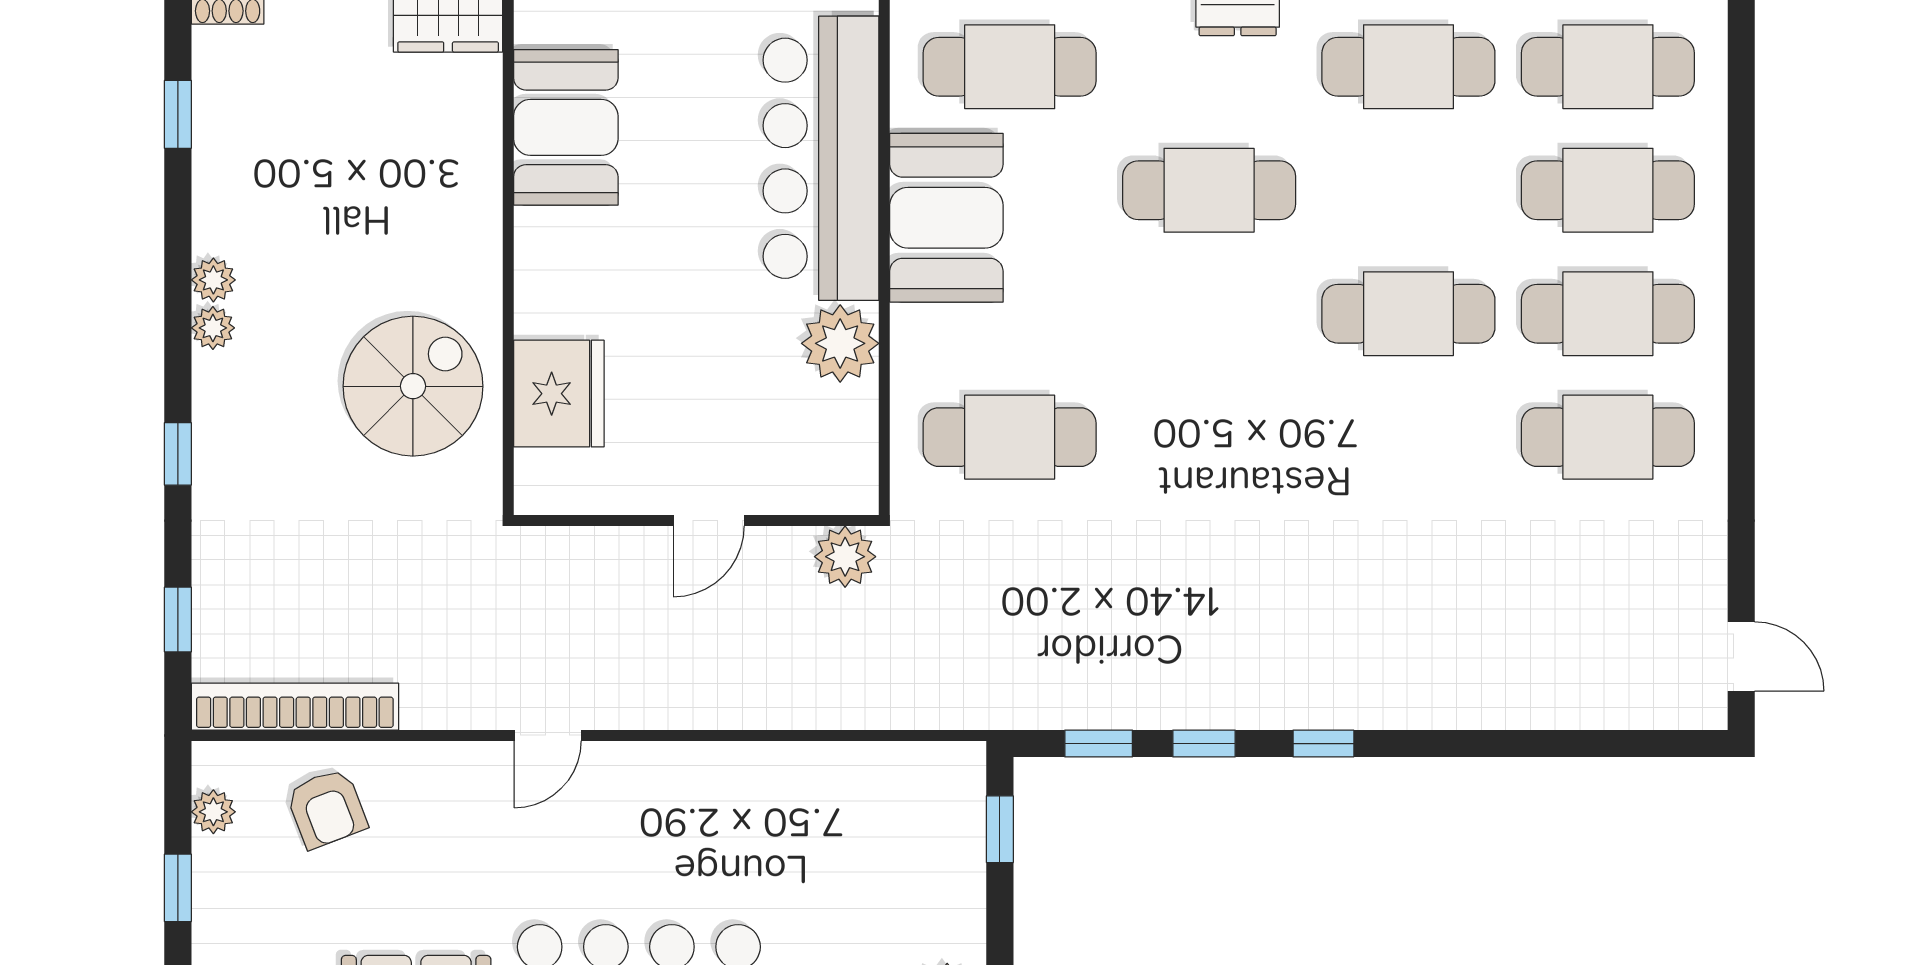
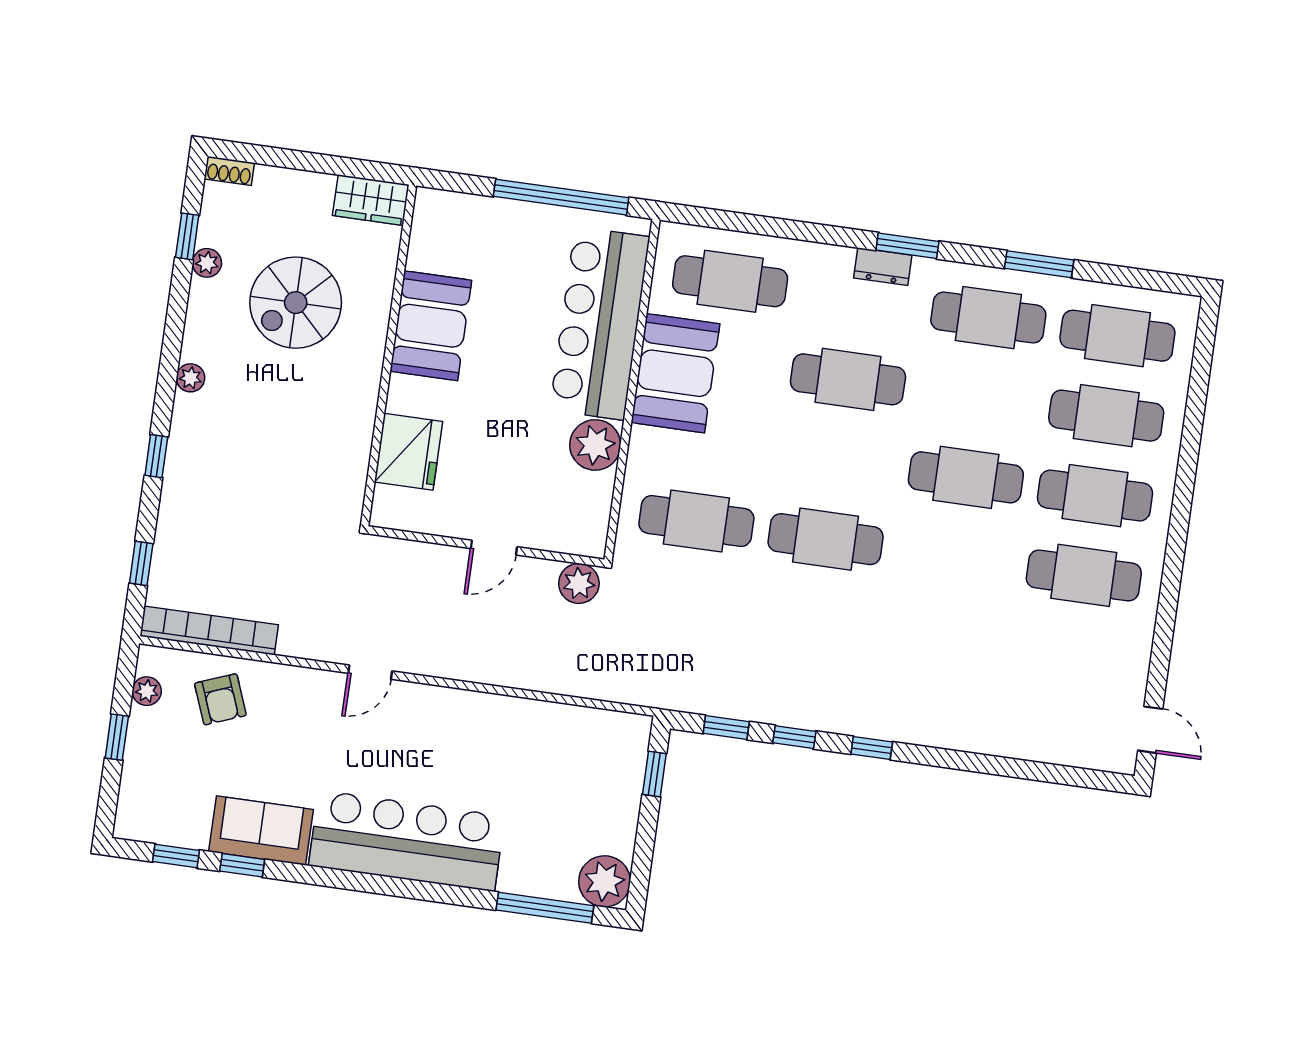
booth: (566, 127) -> (431, 326), moved
plant: (213, 280) -> (207, 263), moved
spiral stairs: (413, 386) -> (296, 303), moved, turned 180
cafe table: (1209, 437) -> (826, 539), added

